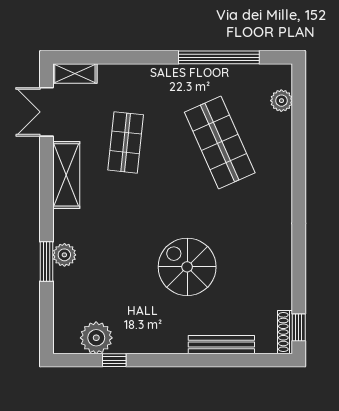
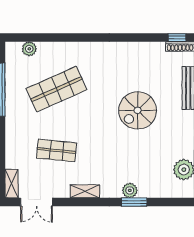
shelving: (66, 175) -> (85, 191), width x0.67, depth x0.75

